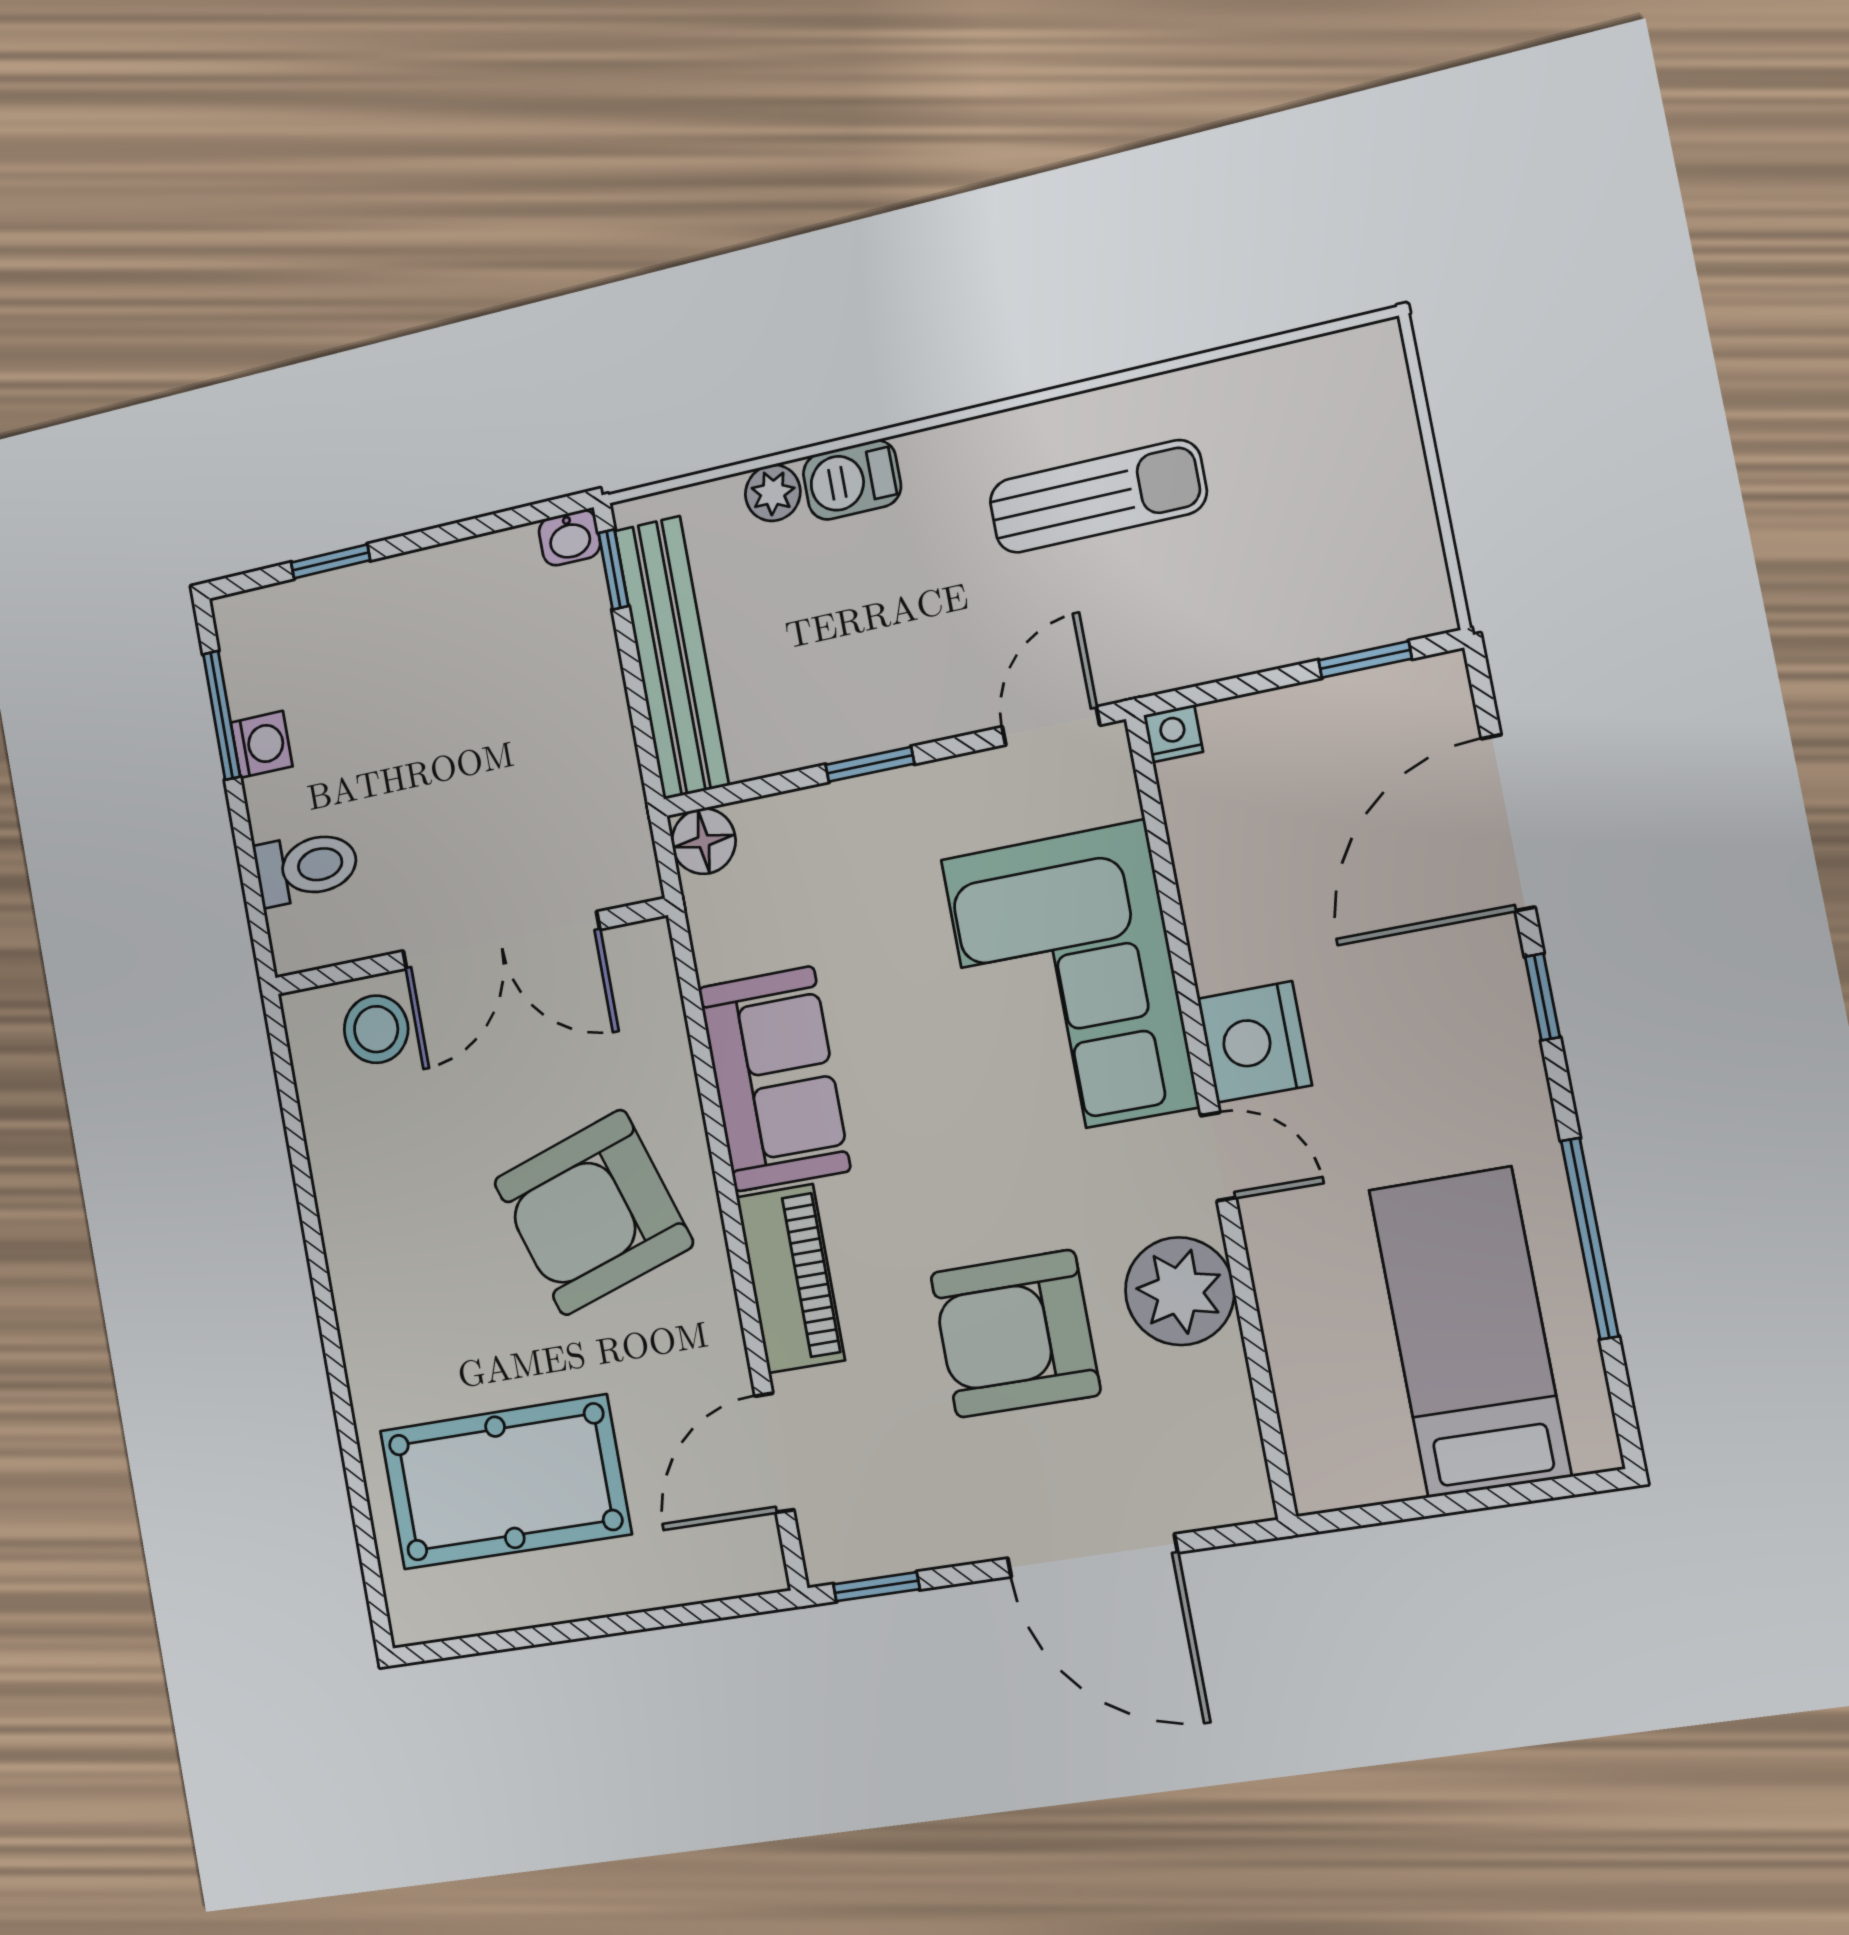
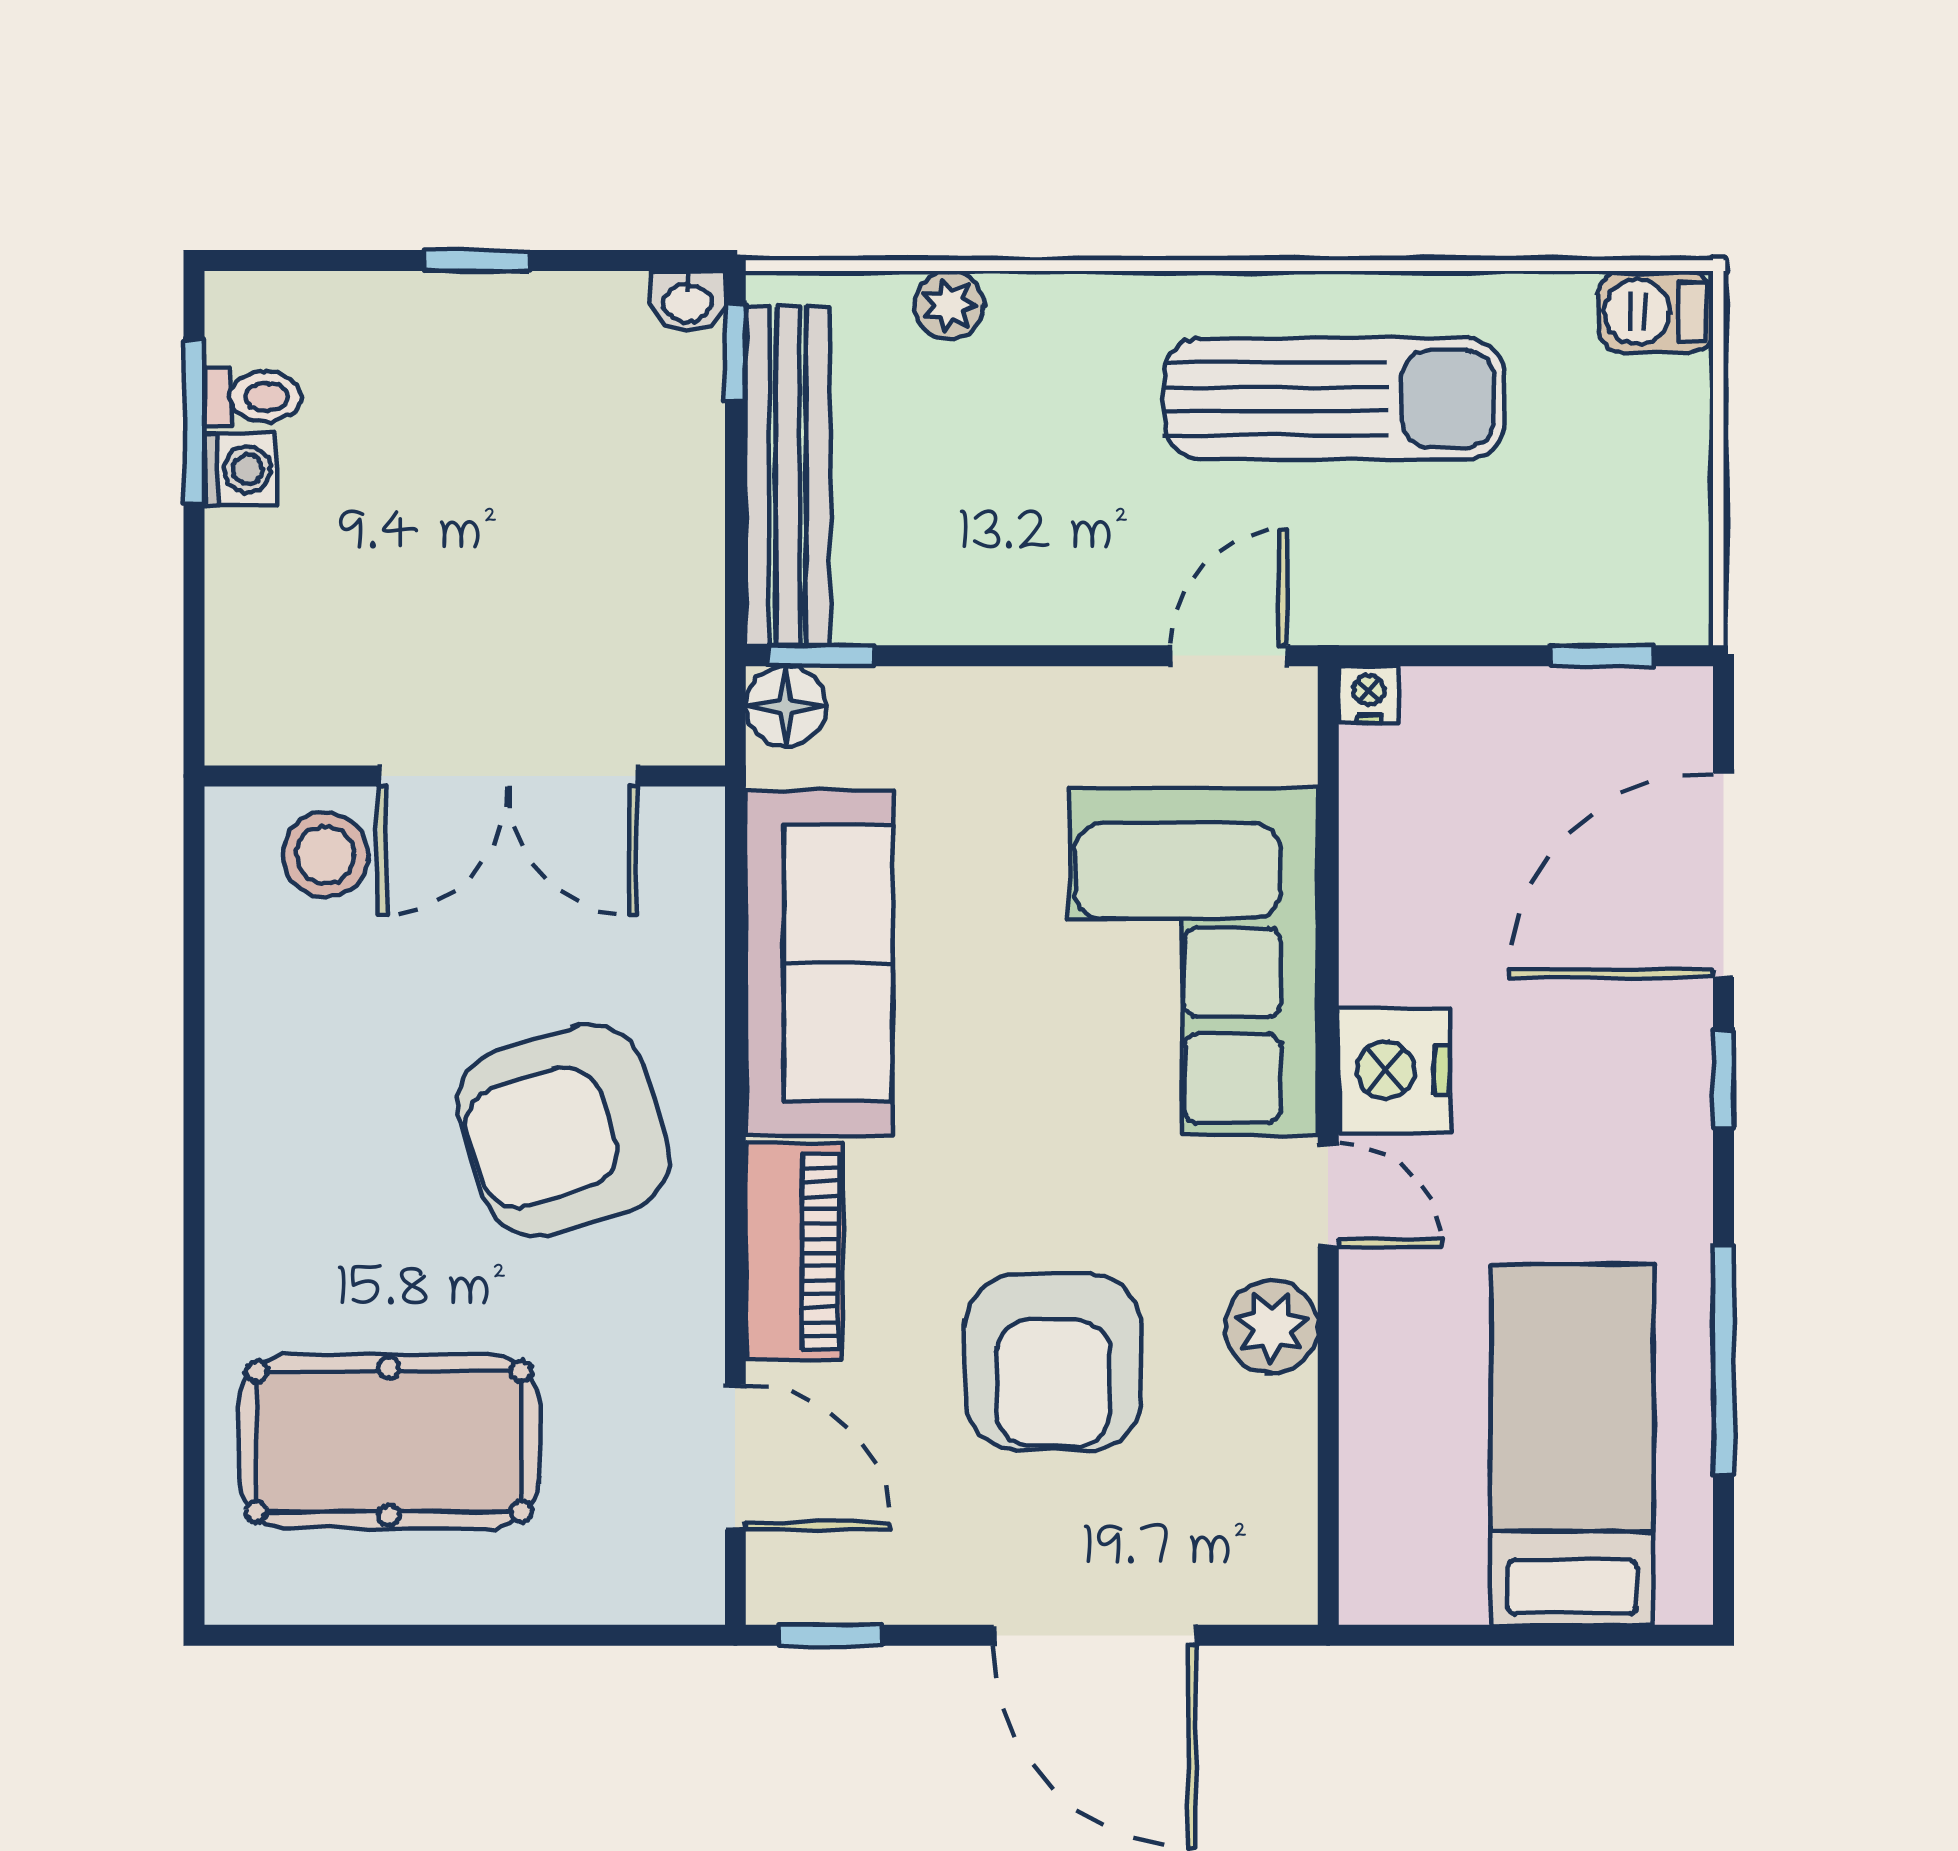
barbecue: (852, 480) -> (1655, 312), moved
sun lounger: (1098, 497) -> (1334, 399), width x1.36, depth x1.34
window: (331, 561) -> (476, 260), moved
window: (870, 764) -> (821, 656), moved
toilet: (306, 867) -> (253, 397), moved, width x0.73, depth x0.72
sofa: (774, 1079) -> (819, 963), width x1.36
plant: (1180, 1291) -> (1271, 1327), width x0.73, depth x0.73
armchair: (1015, 1334) -> (1053, 1362), turned -90
door: (774, 1453) -> (735, 1457), swing flipped

